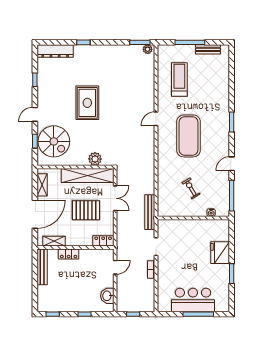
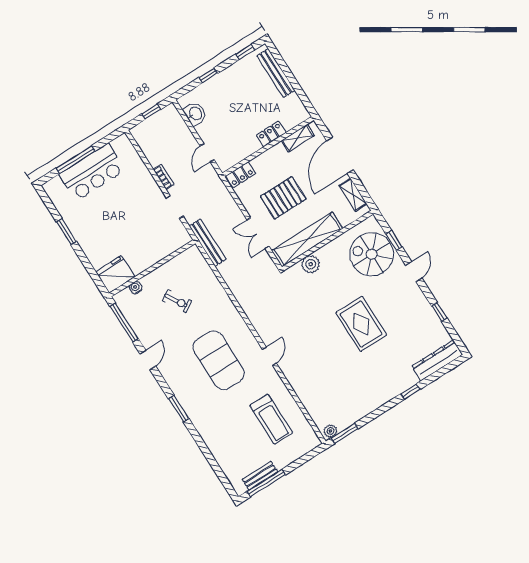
window: (190, 42) -> (266, 483), moved
fridge: (220, 253) -> (115, 274), moved, turned -90
bench: (42, 267) -> (276, 73), moved

